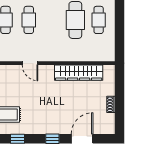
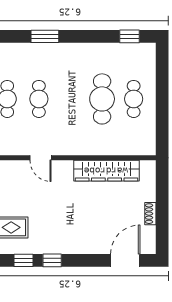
window: (52, 139) -> (52, 260), moved
door: (82, 139) -> (125, 260), moved

